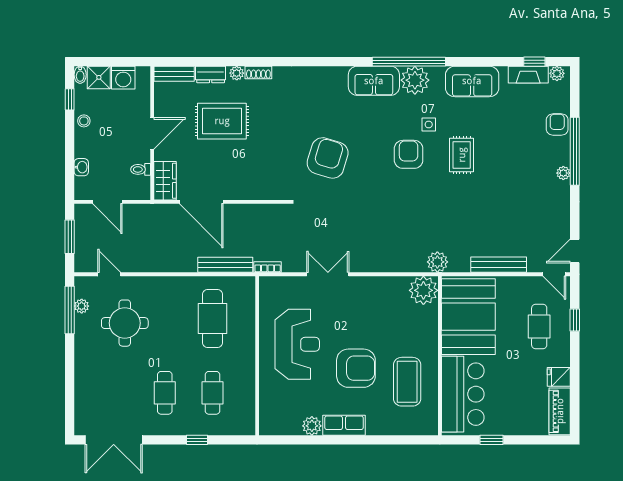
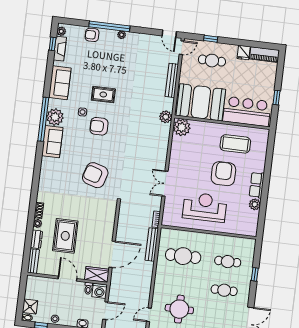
washing machine: (123, 78) -> (100, 291), moved, turned 90

